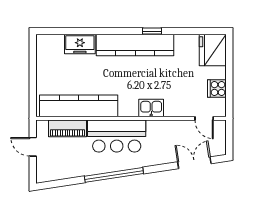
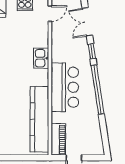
piano: (68, 128) -> (58, 139), moved
window: (159, 168) -> (92, 51), added

